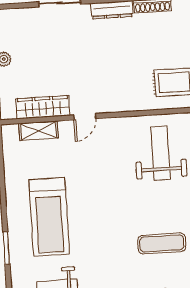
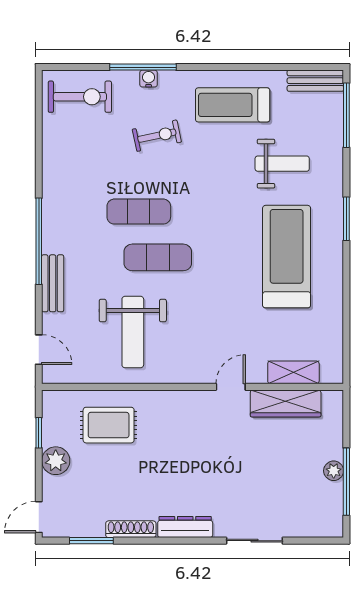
exercise mat: (145, 210) -> (158, 257), added

